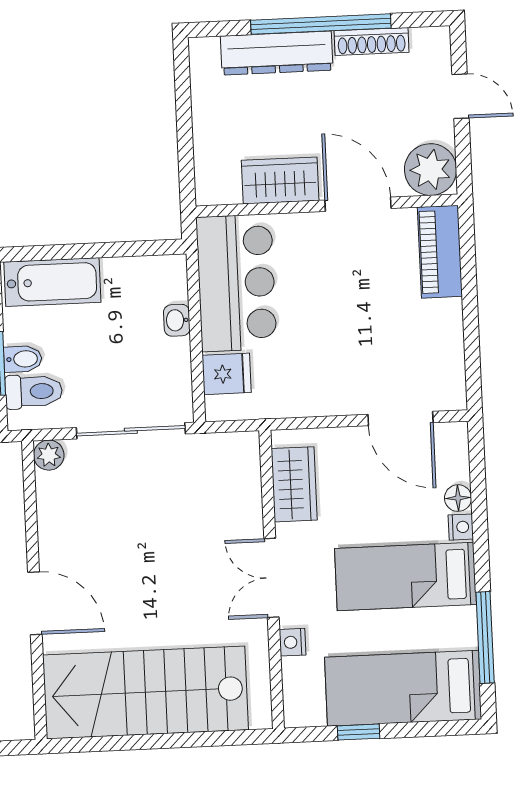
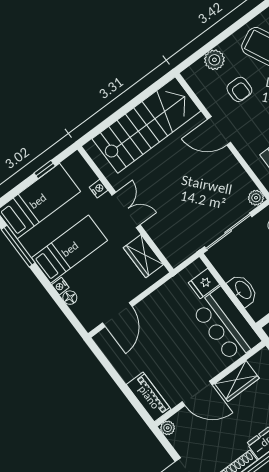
plant: (431, 170) -> (168, 428), width x0.53, depth x0.53
washbasin: (177, 320) -> (243, 290), width x1.91, depth x1.45
door: (400, 419) -> (117, 315), swing flipped

